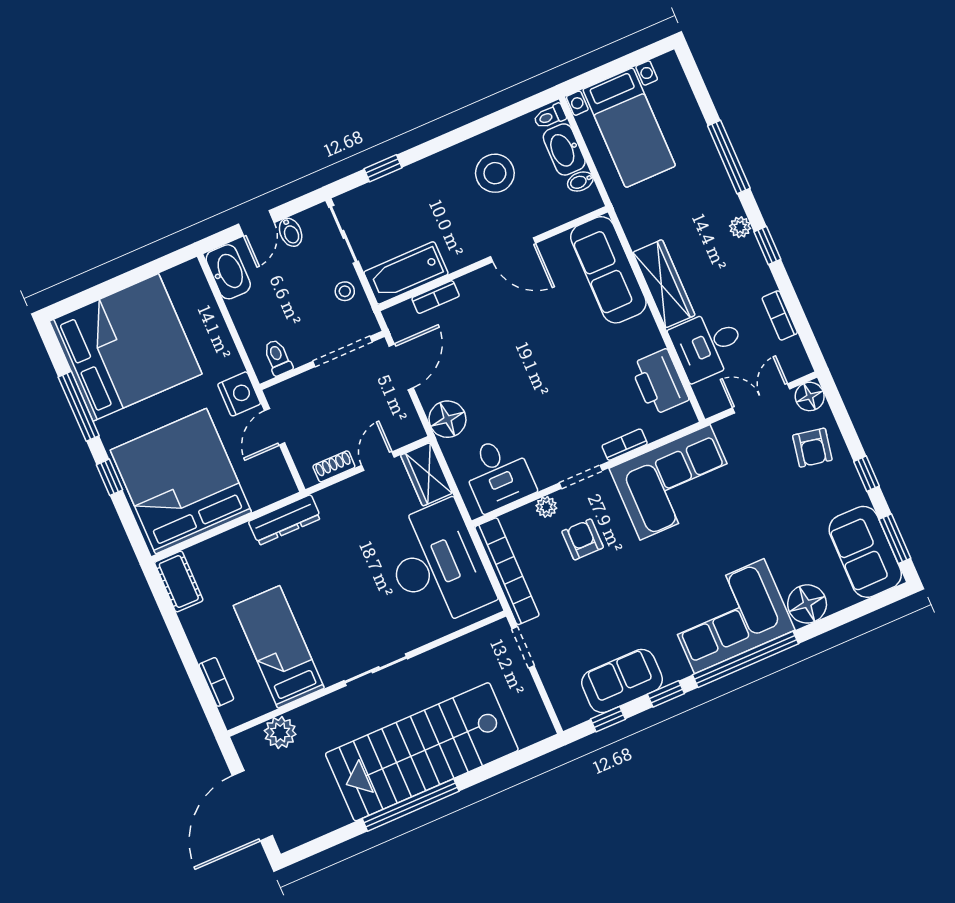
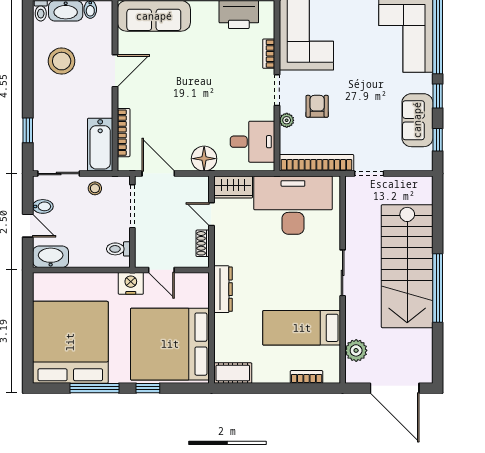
bookcase: (436, 297) -> (124, 133), width x1.56
armchair: (583, 539) -> (317, 106), turned 90

